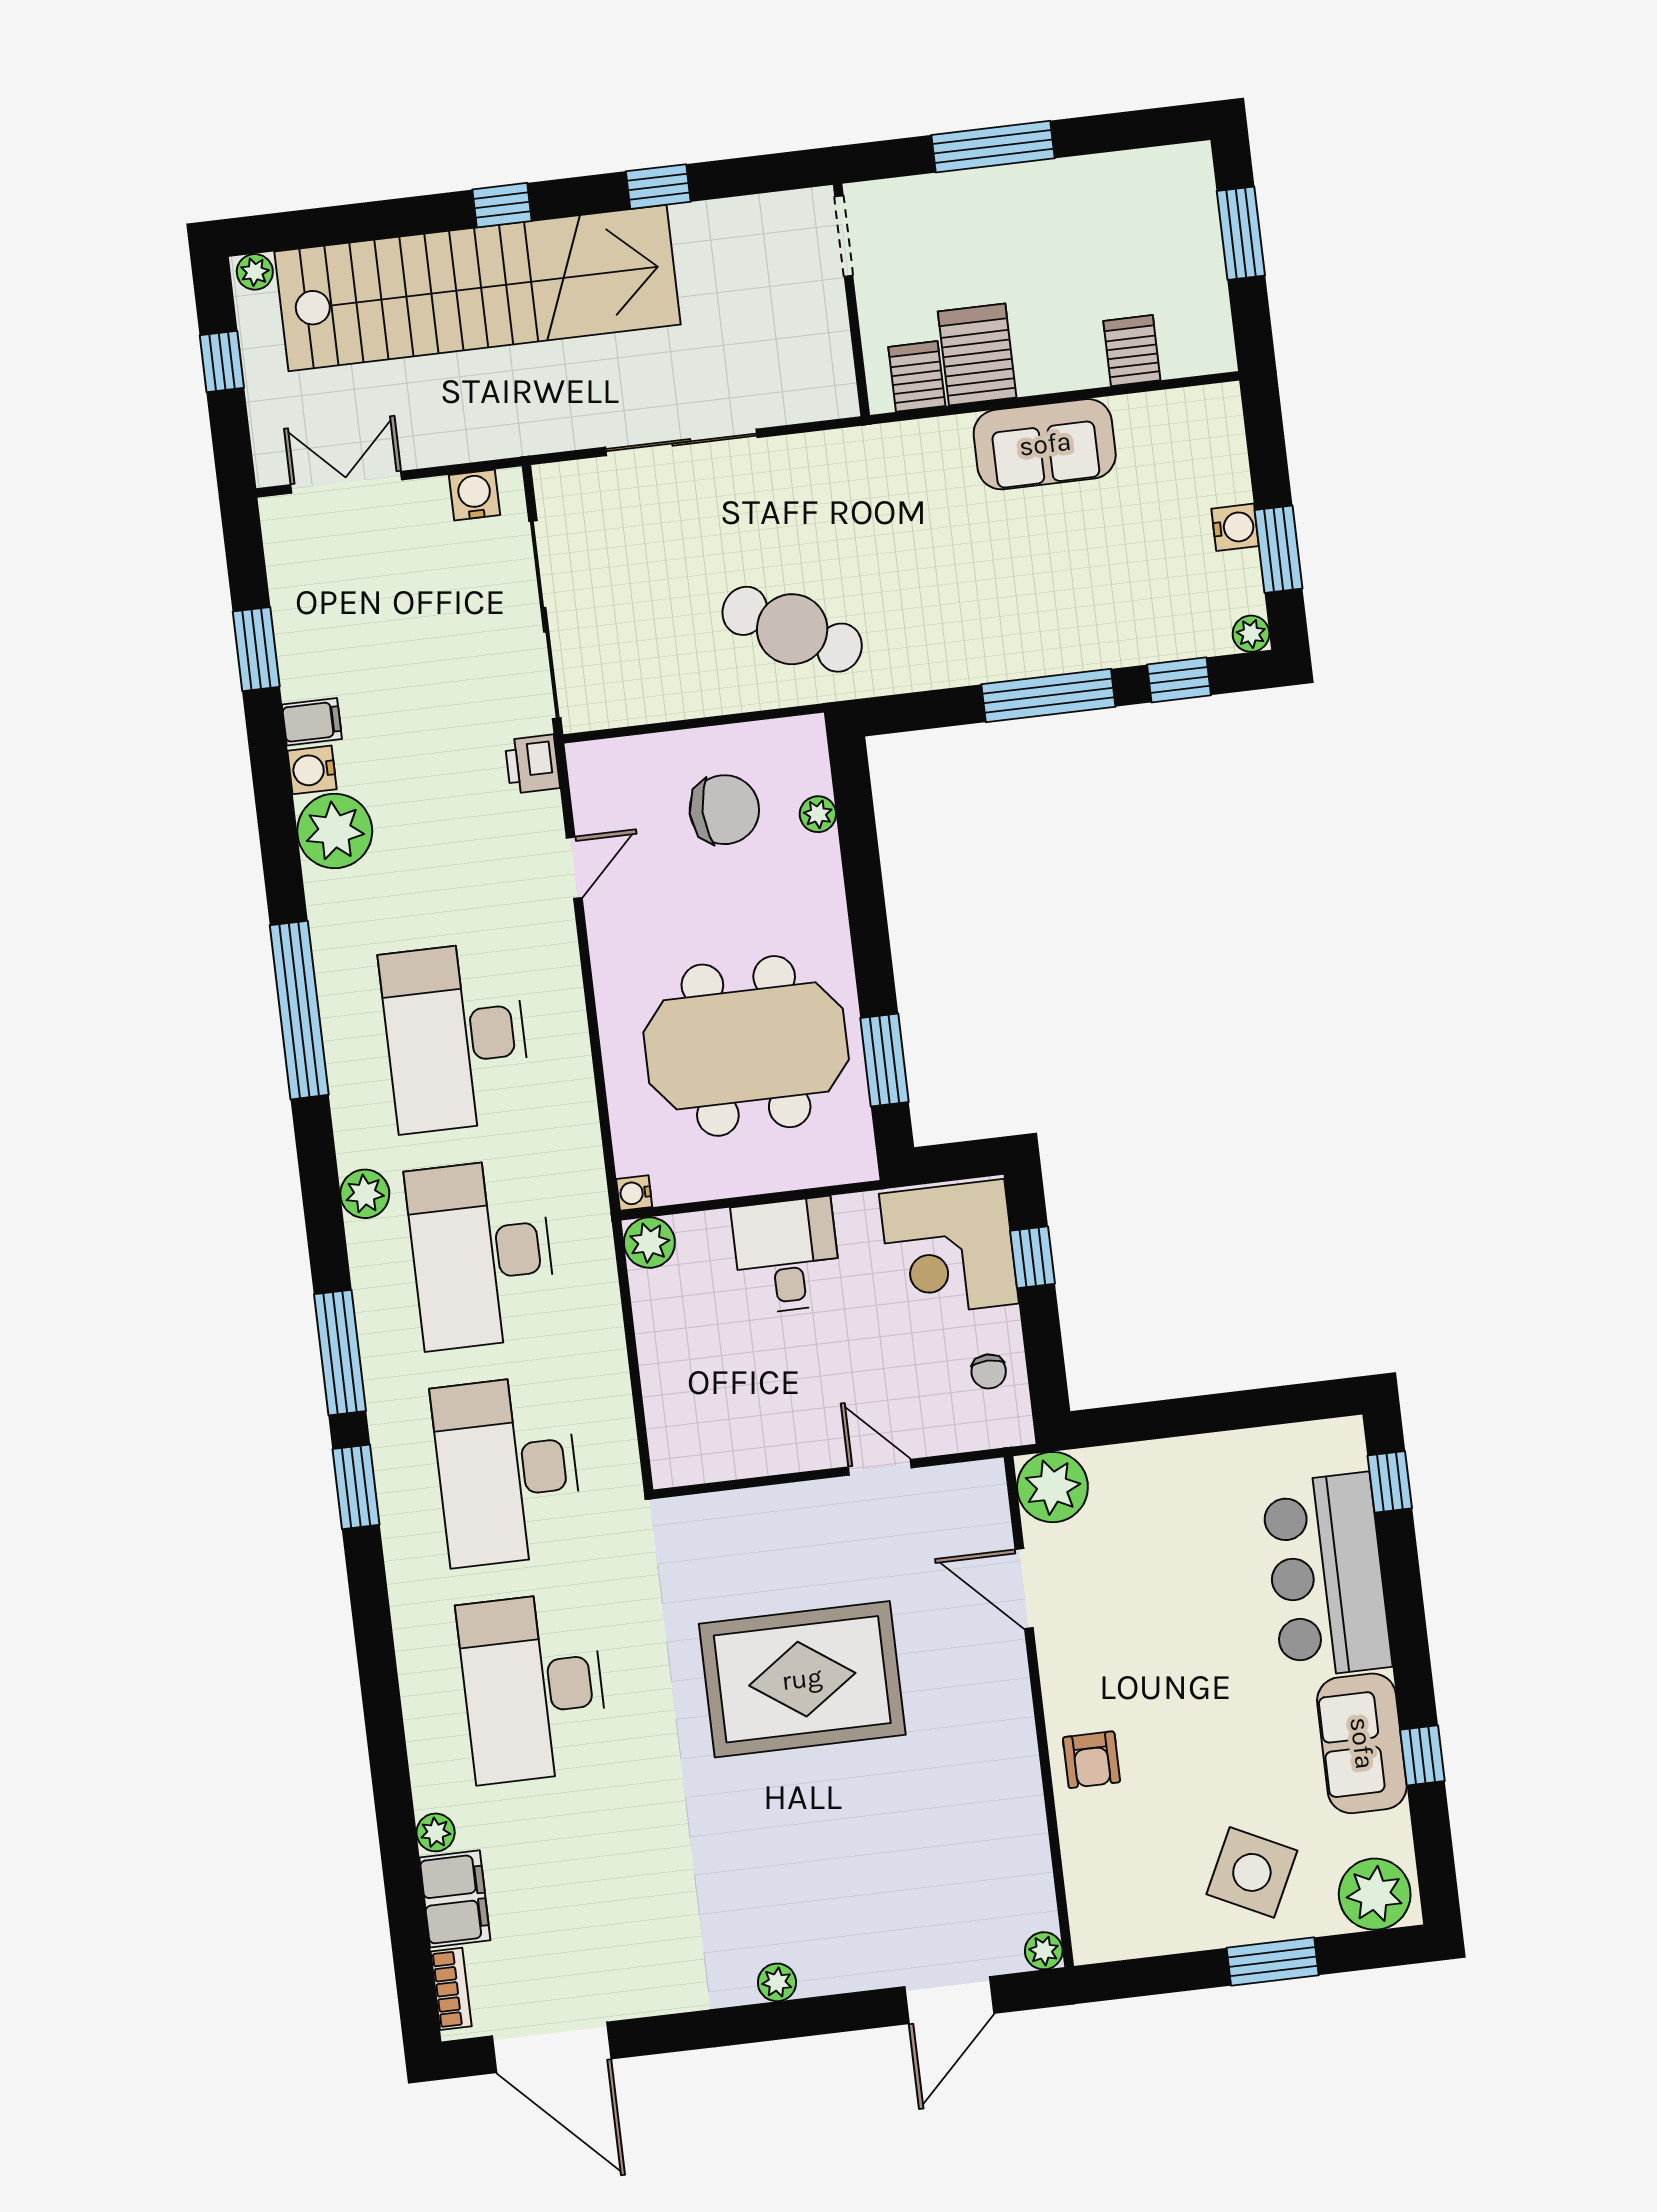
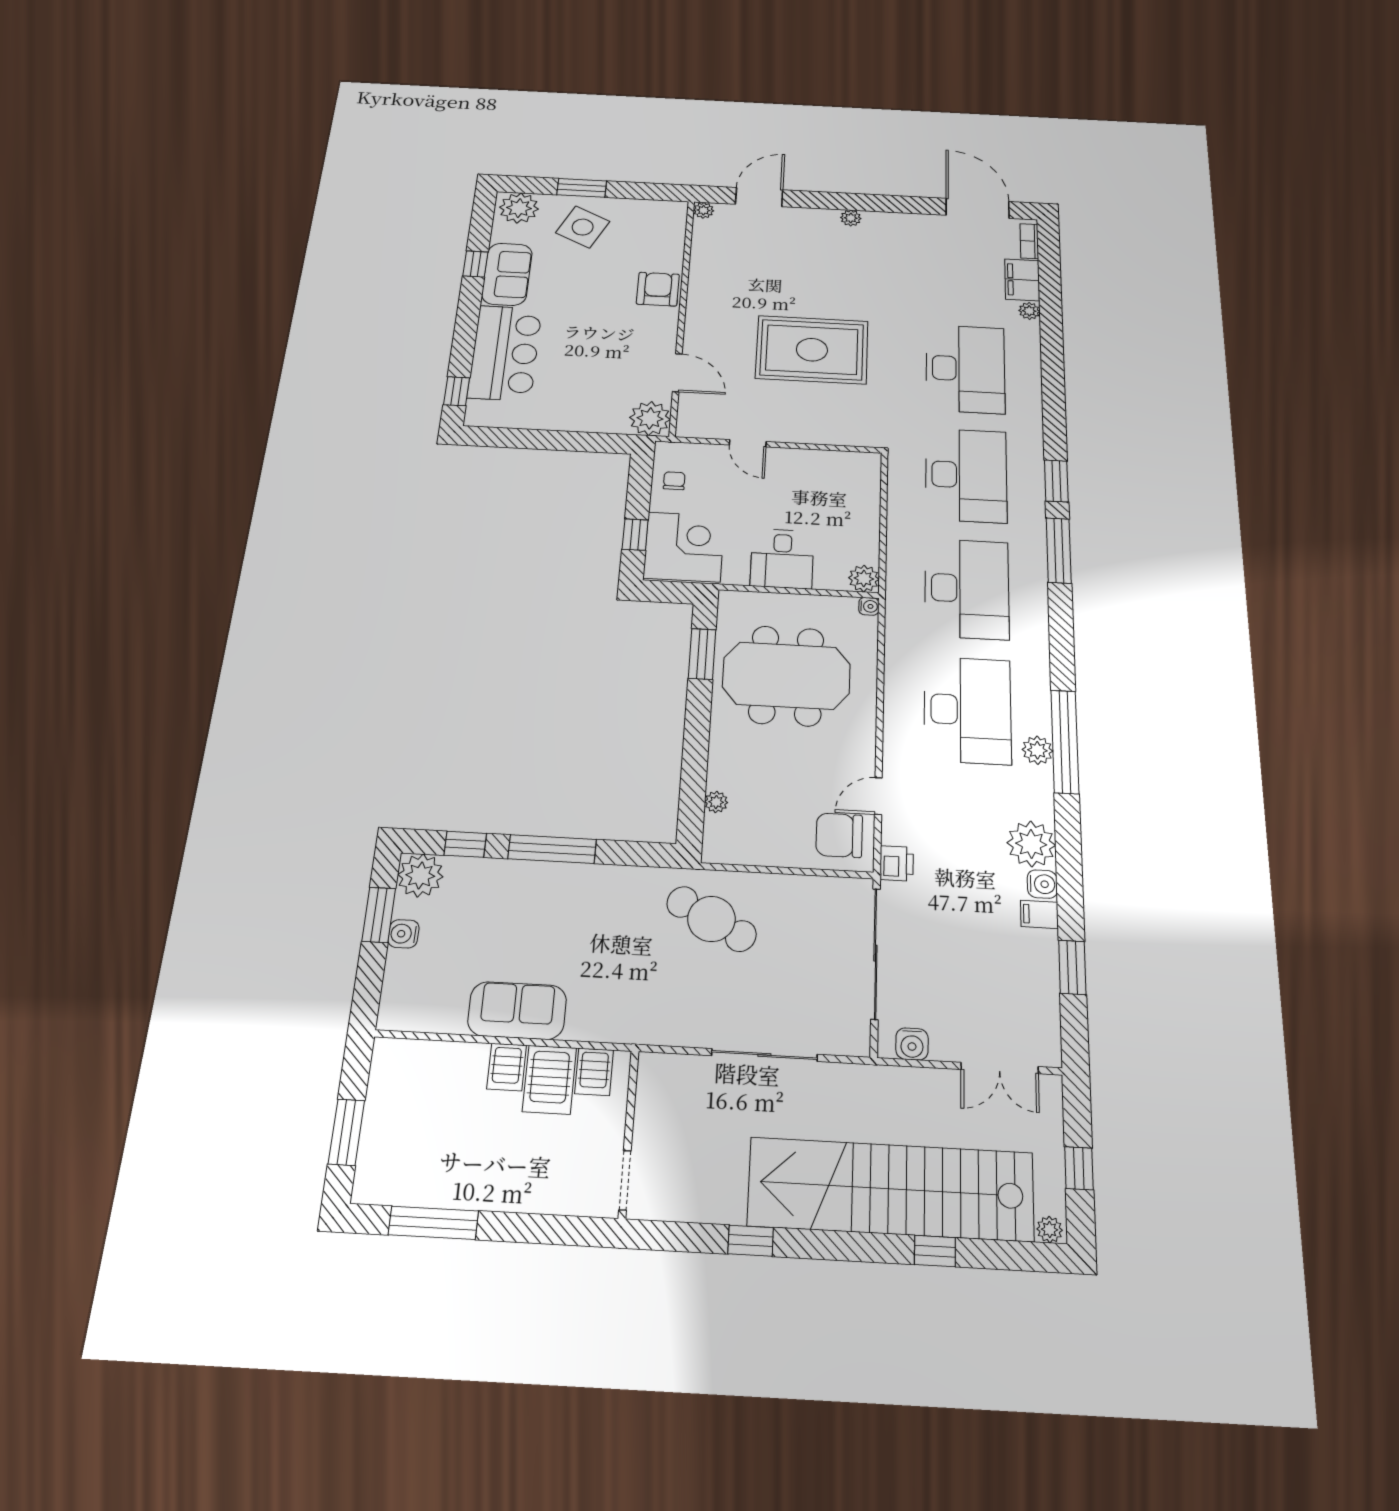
window: (993, 147) -> (433, 1223), moved
window: (502, 205) -> (935, 1251), moved
server rack: (1132, 351) -> (507, 1067), moved
plant: (1251, 634) -> (420, 876), width x1.88, depth x1.88
chair: (724, 810) -> (839, 835), moved
plant: (365, 1194) -> (1037, 750), moved
armchair: (1091, 1760) -> (658, 289), width x1.38, depth x1.38

